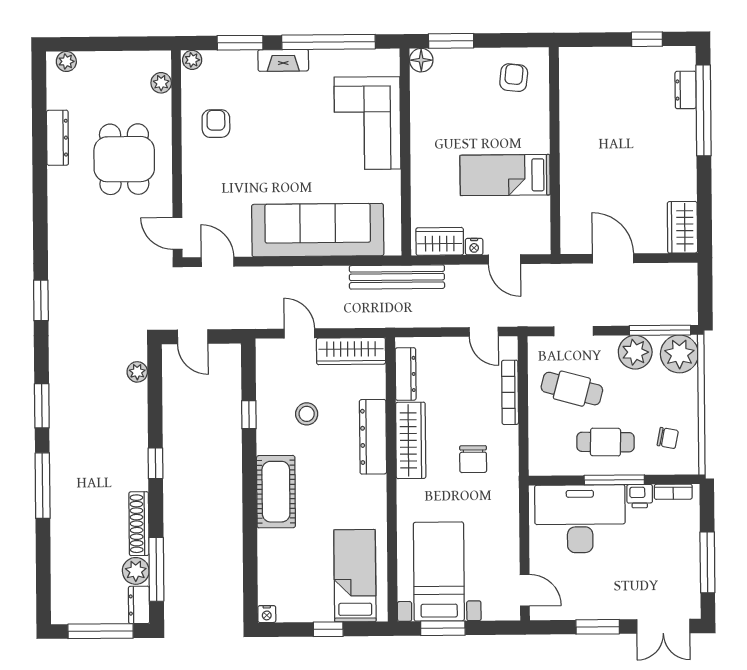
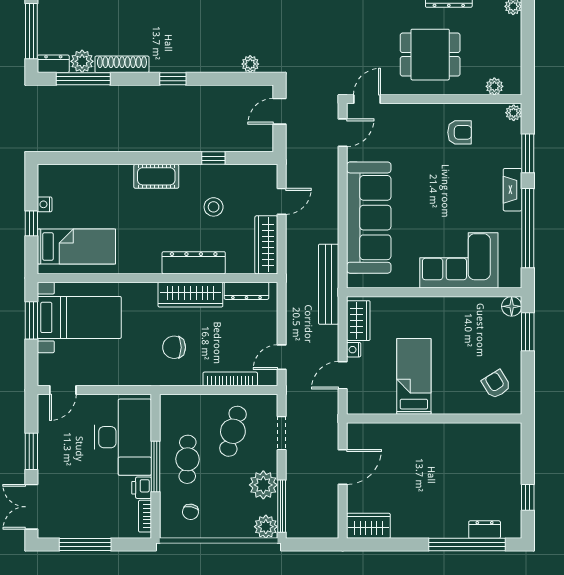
armchair: (514, 78) -> (496, 384), turned -128
plant: (679, 354) -> (266, 527), width x0.73, depth x0.73
cot: (276, 492) -> (156, 176), width x0.73, depth x0.75
nightstand: (267, 614) -> (45, 204), moved

